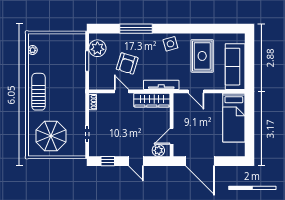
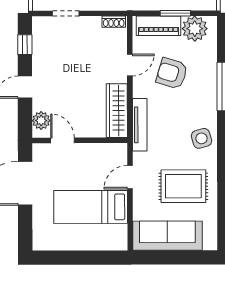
piano: (95, 72) -> (158, 26), added
bed: (234, 118) -> (91, 207), moved

